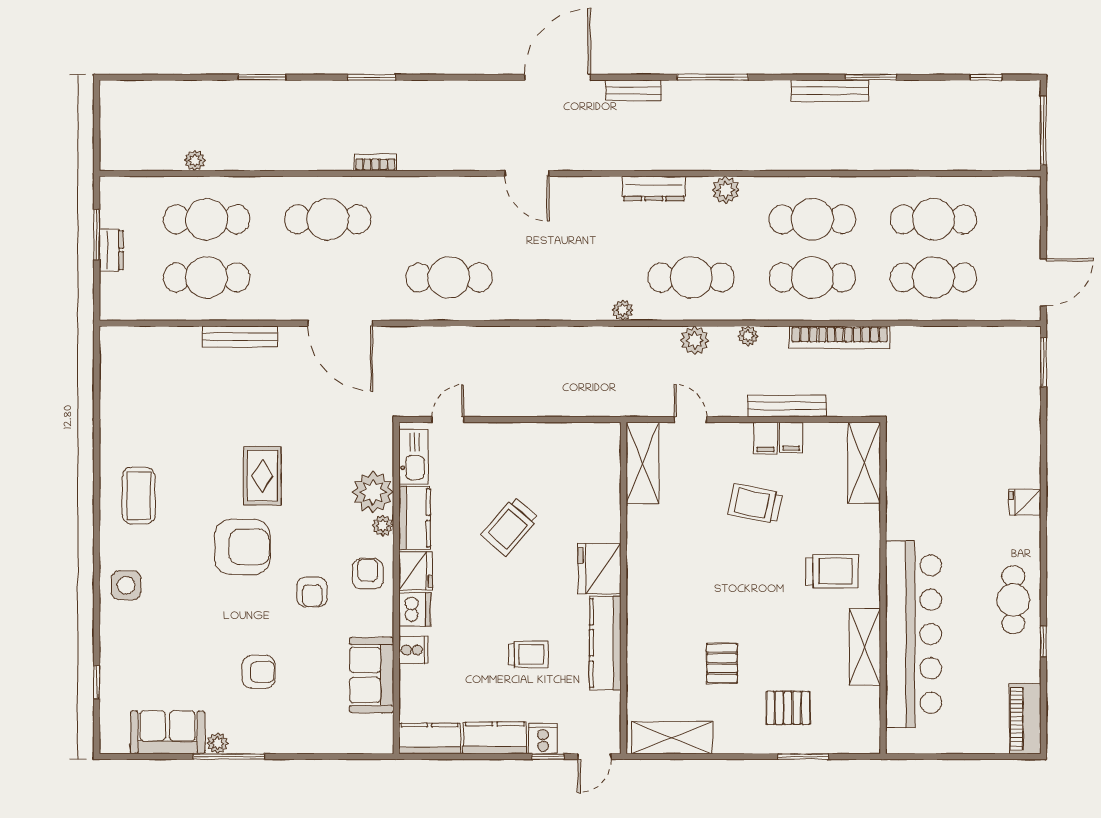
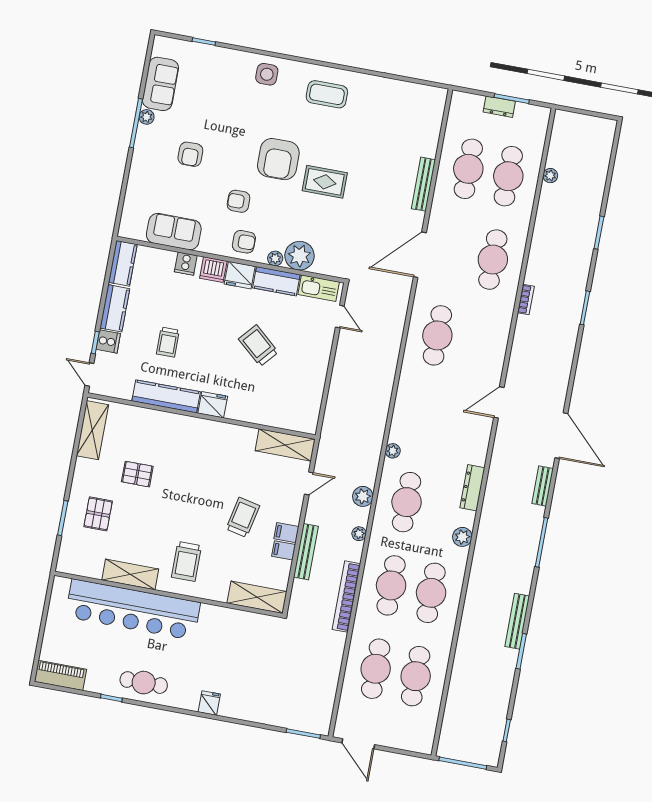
fridge: (599, 569) -> (213, 405), width x0.73, depth x0.75

